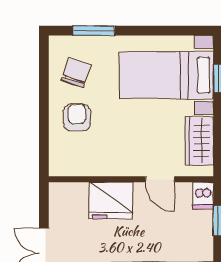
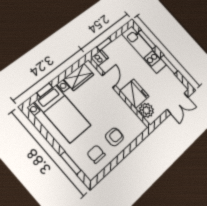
chair: (76, 73) -> (96, 154), turned 71
armchair: (77, 117) -> (114, 137), turned 180
plant: (74, 196) -> (146, 110), added

